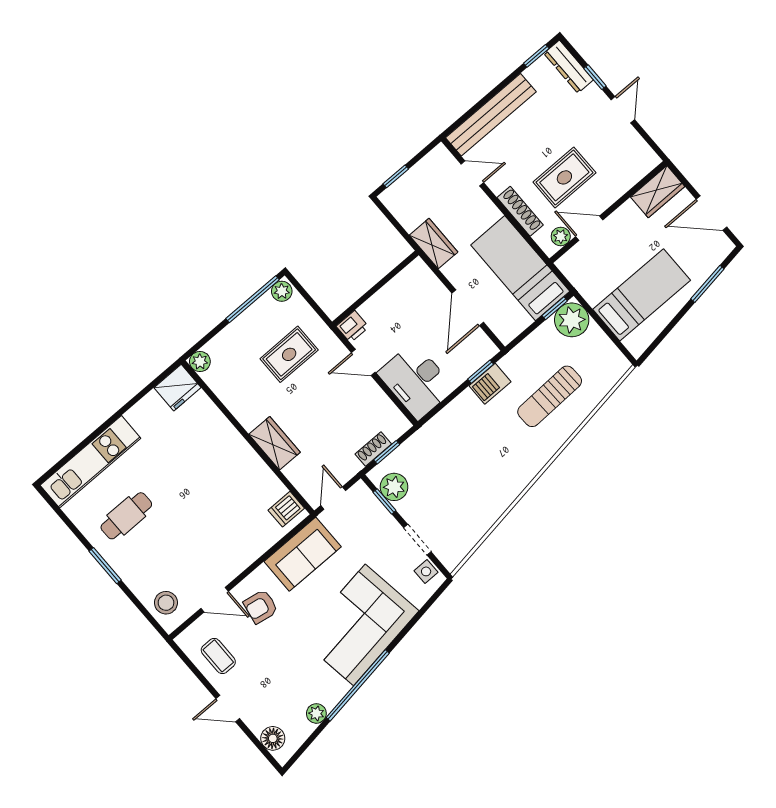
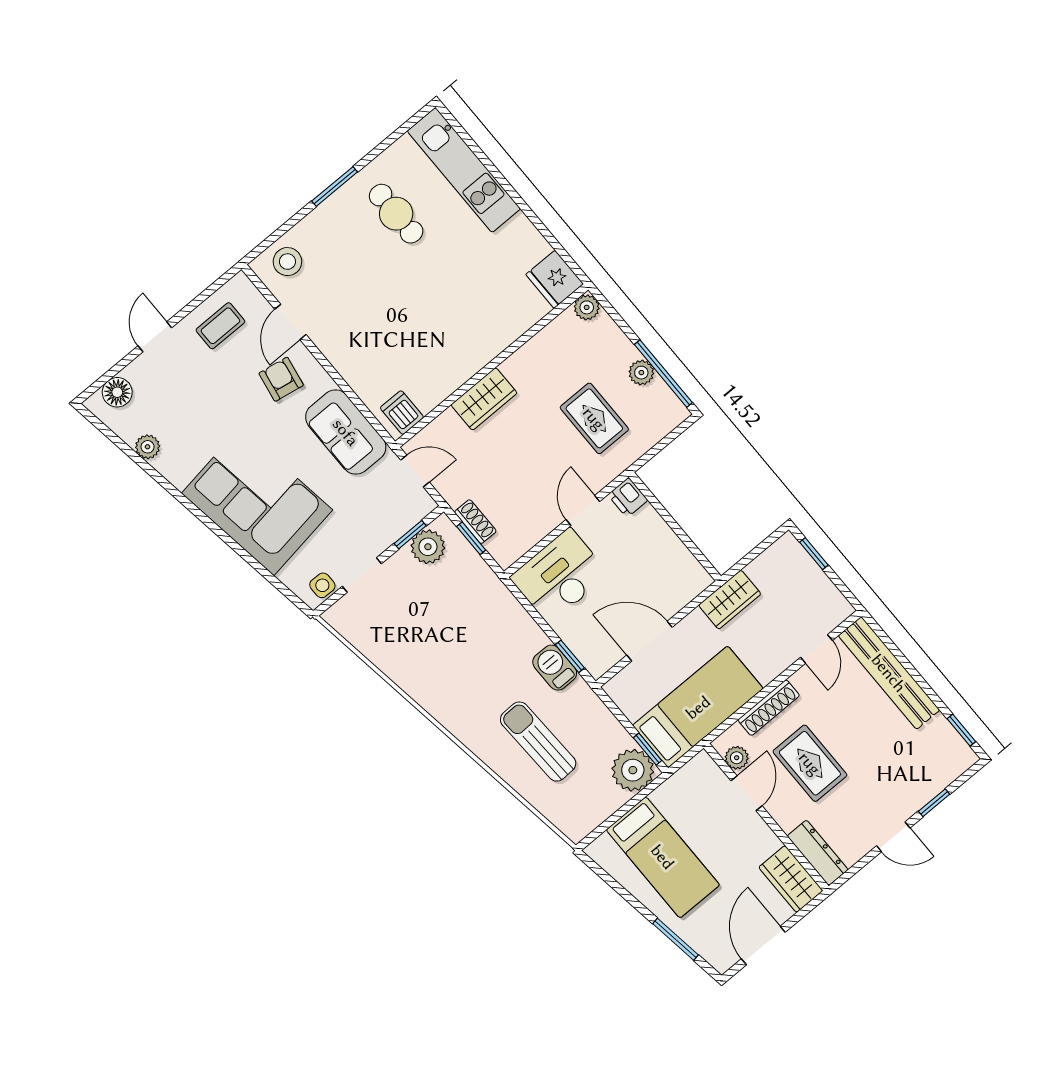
dresser: (569, 67) -> (818, 853), moved, turned 90
plant: (282, 291) -> (641, 373), moved
window: (358, 685) -> (182, 499), removed

